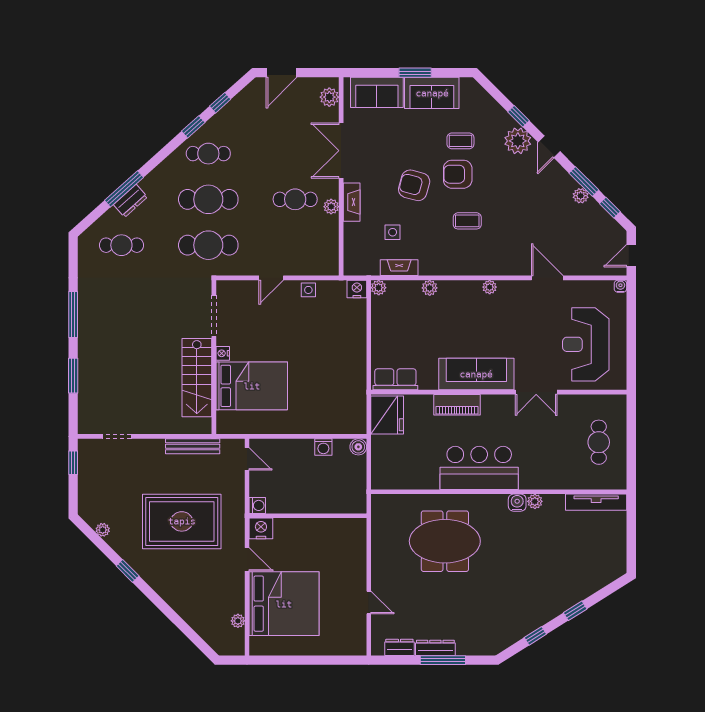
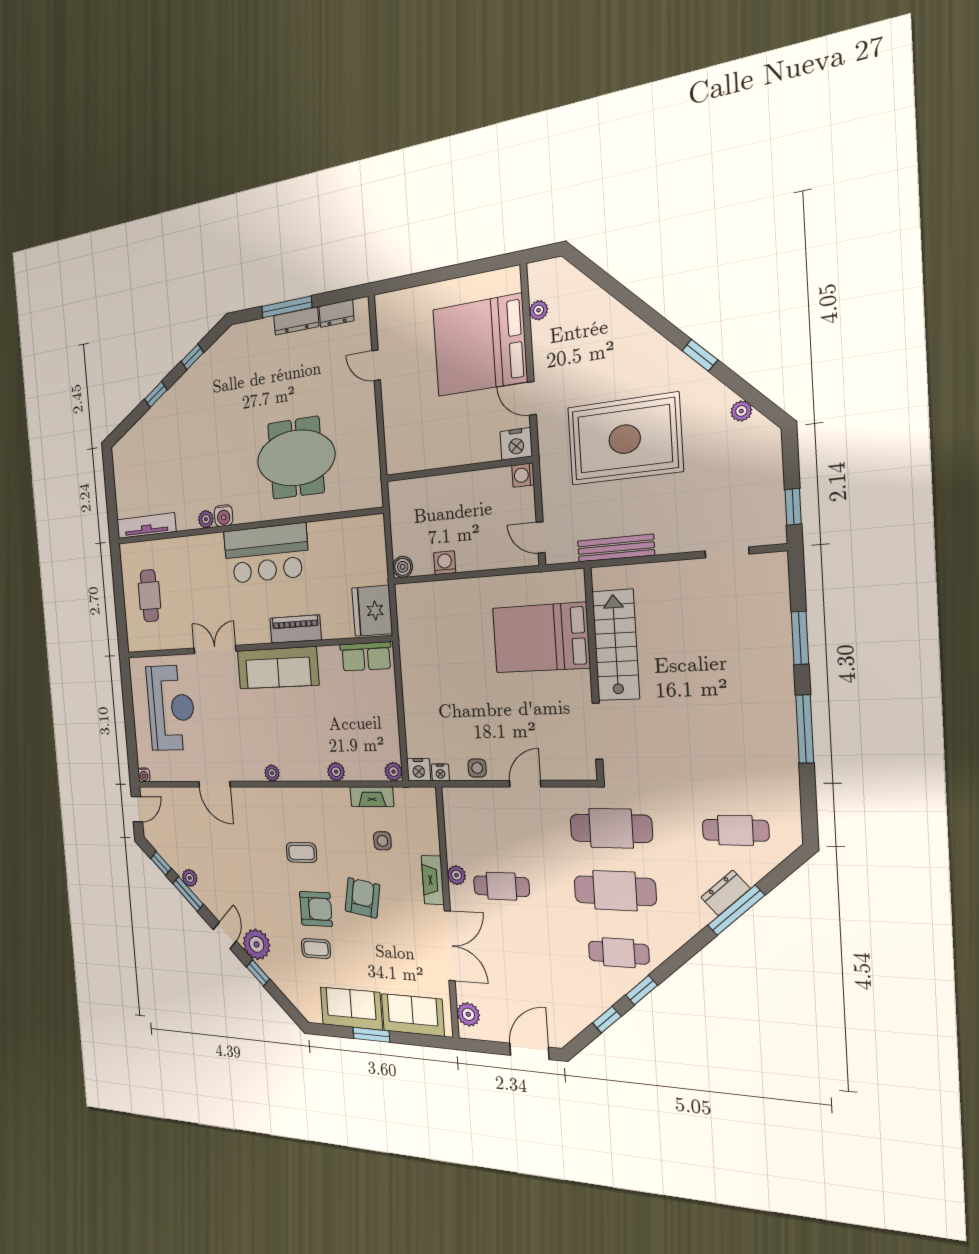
armchair: (414, 185) -> (362, 898), turned -95
nightstand: (223, 353) -> (440, 772), moved, turned 90

